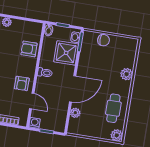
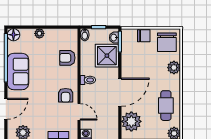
chair: (124, 50) -> (167, 42), added
plant: (75, 113) -> (131, 121), width x1.87, depth x1.87

